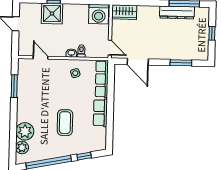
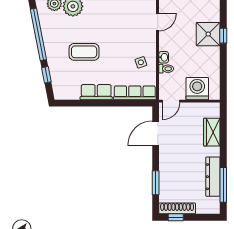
wardrobe: (124, 12) -> (212, 132), moved
washing machine: (99, 14) -> (197, 89), moved, turned 90
window: (212, 33) -> (176, 217), moved
shoe rack: (204, 45) -> (177, 208), added

